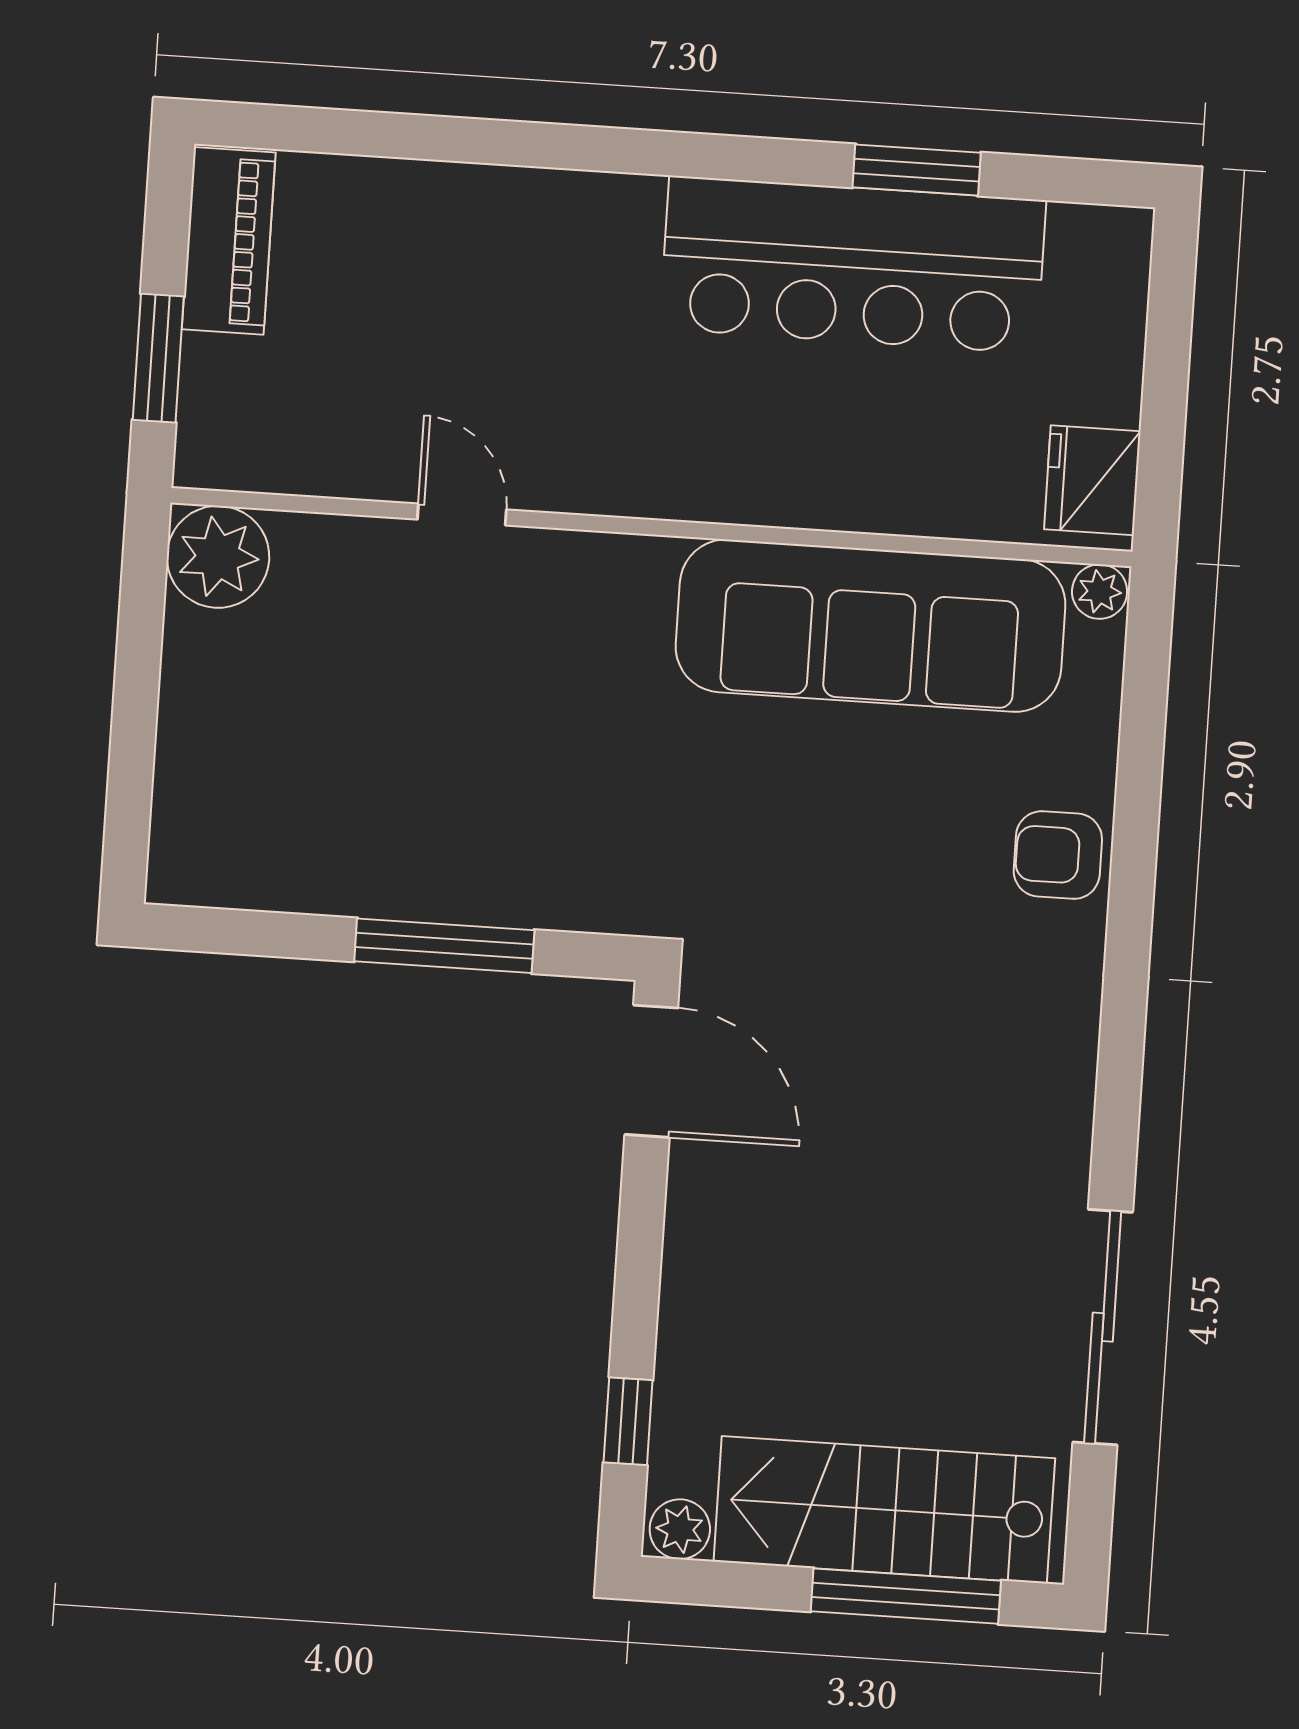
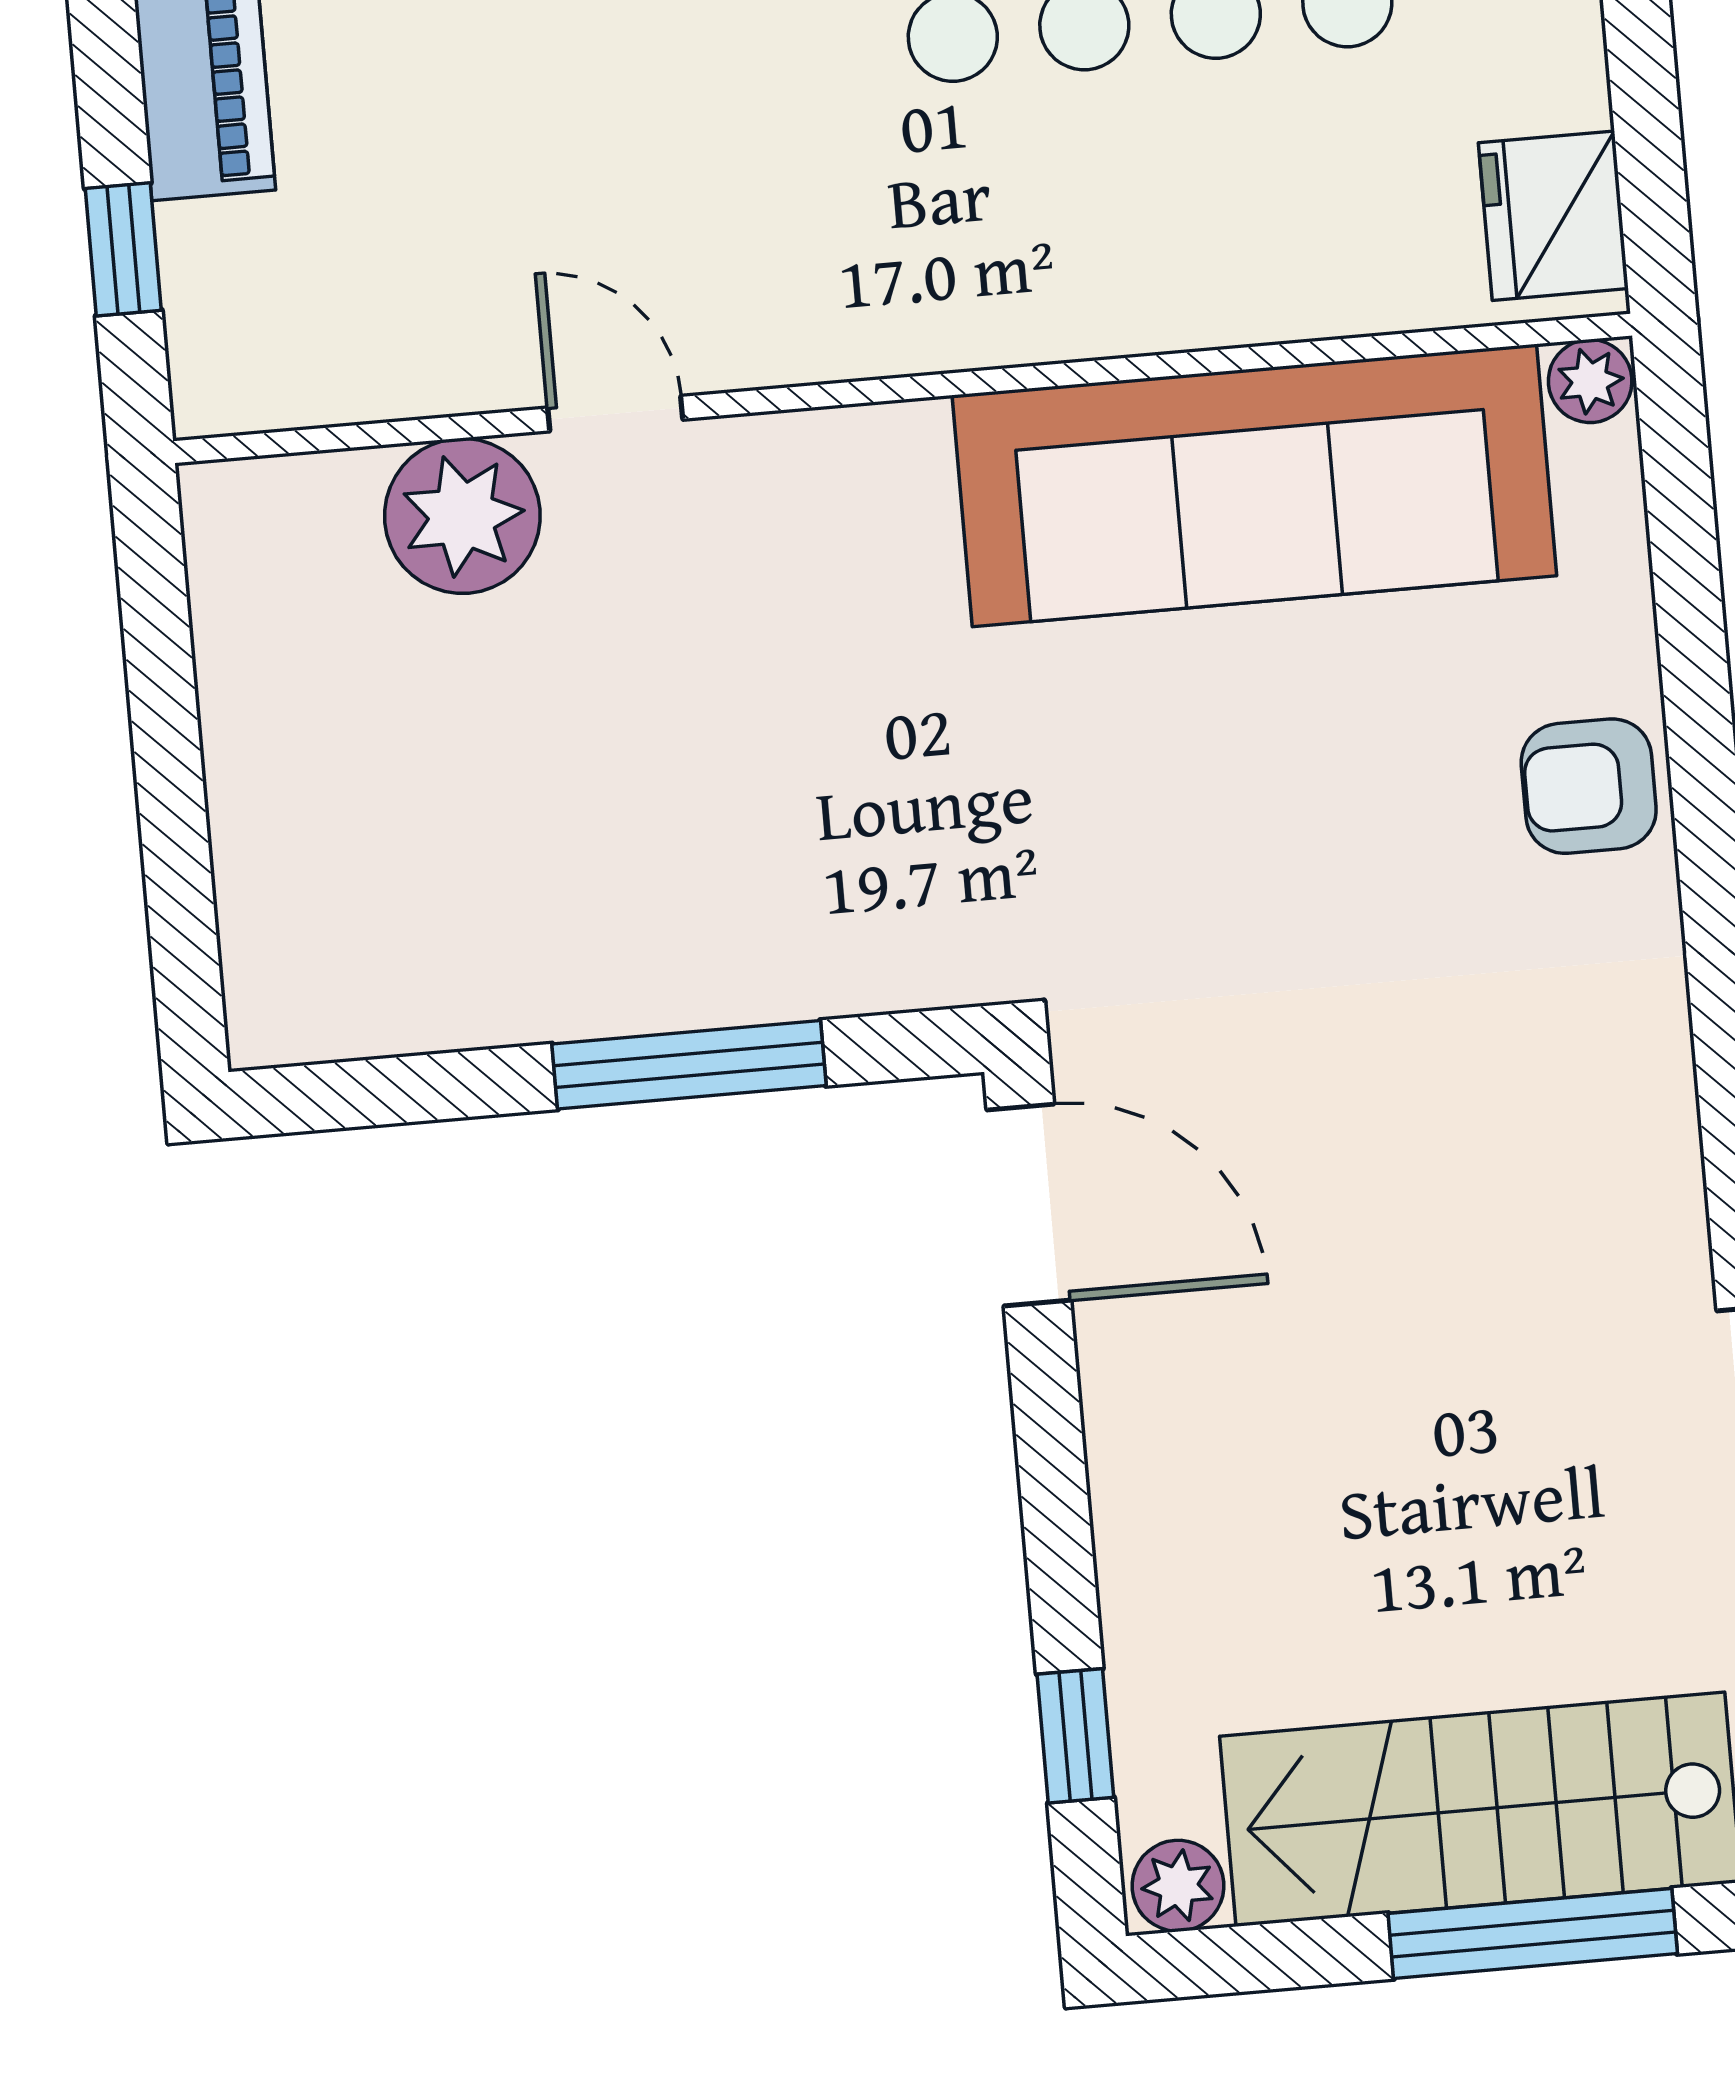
window: (158, 358) -> (123, 249), width x0.67
plant: (218, 557) -> (462, 516), moved

